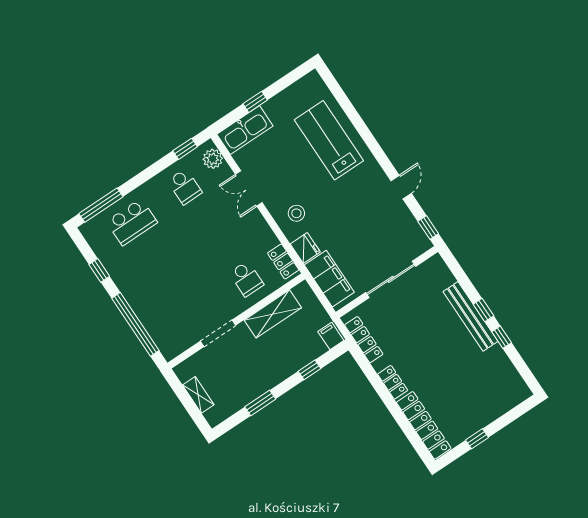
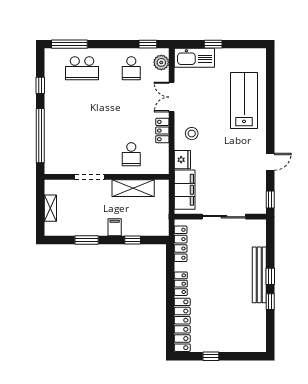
locker: (283, 262) -> (162, 131), moved
filing cabinet: (331, 336) -> (115, 227), moved

